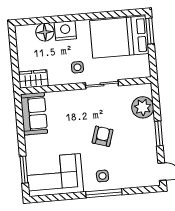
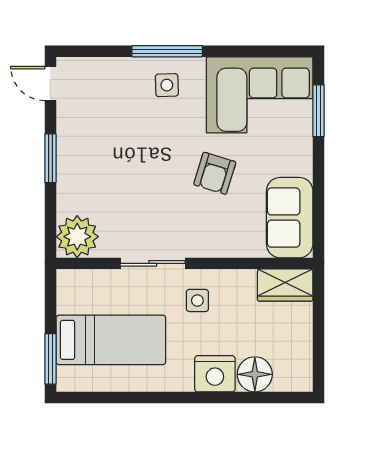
bed: (119, 37) -> (111, 340), width x0.67
plant: (143, 107) -> (77, 237), moved
armchair: (103, 136) -> (215, 173), moved

